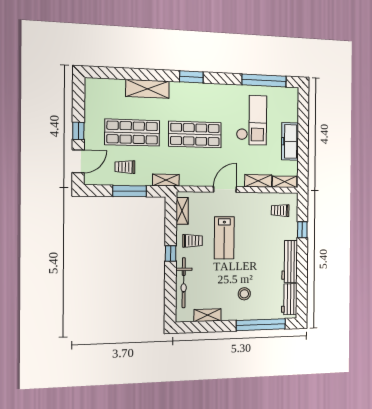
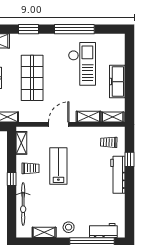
window: (264, 81) -> (74, 29), moved
shop shelf: (195, 134) -> (32, 78), turned 90
lab bench: (224, 238) -> (58, 166), turned 180
workbench: (290, 262) -> (118, 175), moved
stool: (244, 294) -> (69, 227), moved
workbench: (289, 299) -> (103, 231), moved, turned 90

